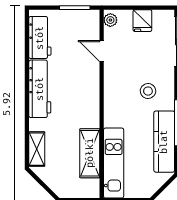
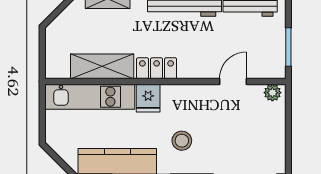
fridge: (142, 21) -> (148, 98), moved, turned -90
locker: (91, 111) -> (157, 68), added

